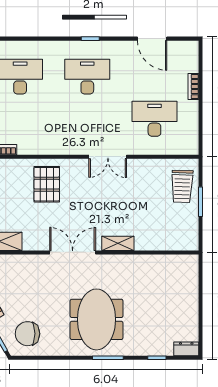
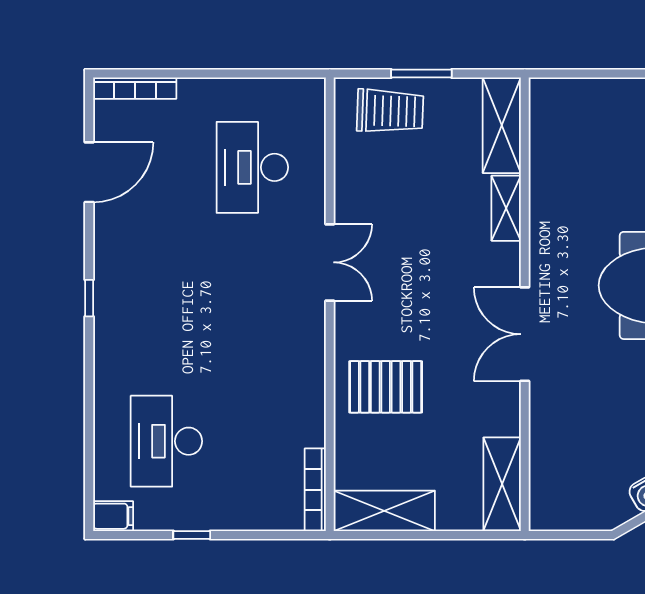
desk: (87, 77) -> (166, 304), removed
bookcase: (193, 87) -> (135, 88), moved, width x1.56
shelving: (175, 241) -> (502, 125), added
shelving: (118, 243) -> (506, 208), moved

